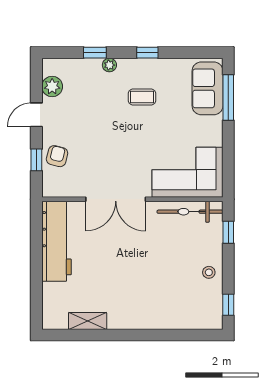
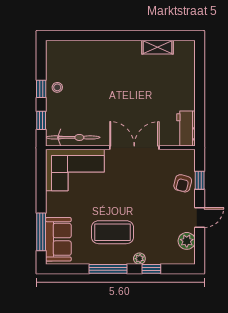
window: (147, 53) -> (108, 269), width x2.17
coffee table: (142, 97) -> (112, 232), width x1.86, depth x1.72
workbench: (56, 241) -> (186, 129), width x0.53, depth x0.76
window: (228, 305) -> (41, 89), moved

